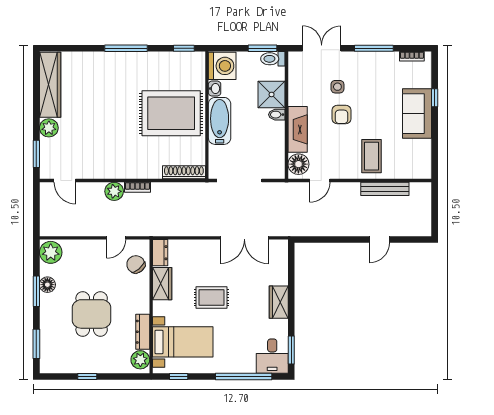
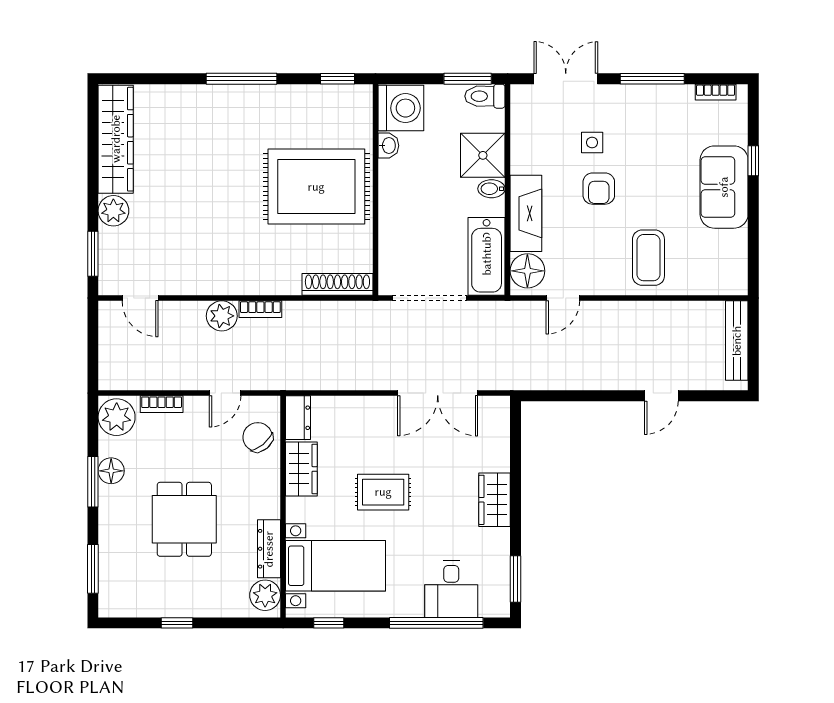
bathtub: (220, 121) -> (487, 256), moved, turned 180
bench: (385, 189) -> (737, 341), moved, turned 90
bookcase: (78, 245) -> (162, 404), added
desk: (272, 356) -> (451, 589), moved

